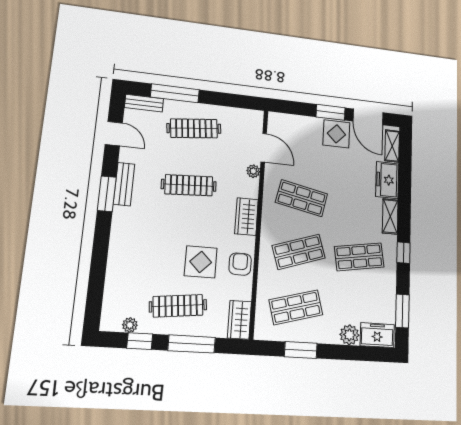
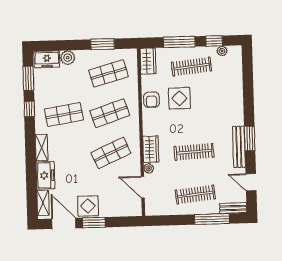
bench: (124, 184) -> (239, 147), width x1.36
shop shelf: (302, 198) -> (111, 153), turned -36
wardrobe: (247, 217) -> (151, 149), moved
window: (403, 253) -> (29, 109), moved

